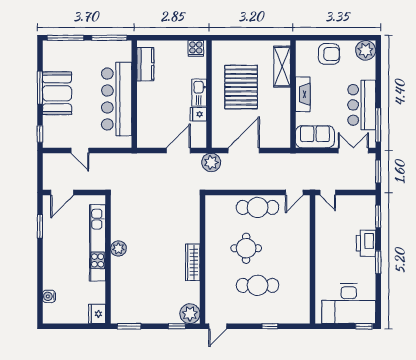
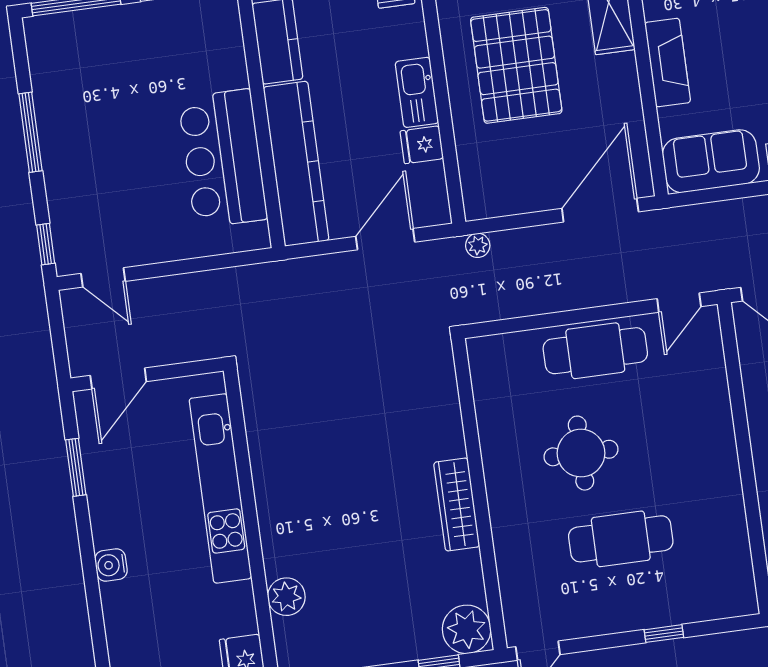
booth: (57, 93) -> (74, 140), removed
bar counter: (117, 99) -> (223, 159), width x0.73
kitchen counter: (146, 115) -> (296, 164), added
door: (80, 151) -> (103, 277), moved
door: (244, 151) -> (600, 210), moved
plant: (211, 163) -> (478, 245), width x0.53, depth x0.53
plant: (118, 248) -> (286, 597), moved
water cooler: (49, 296) -> (111, 565), moved

